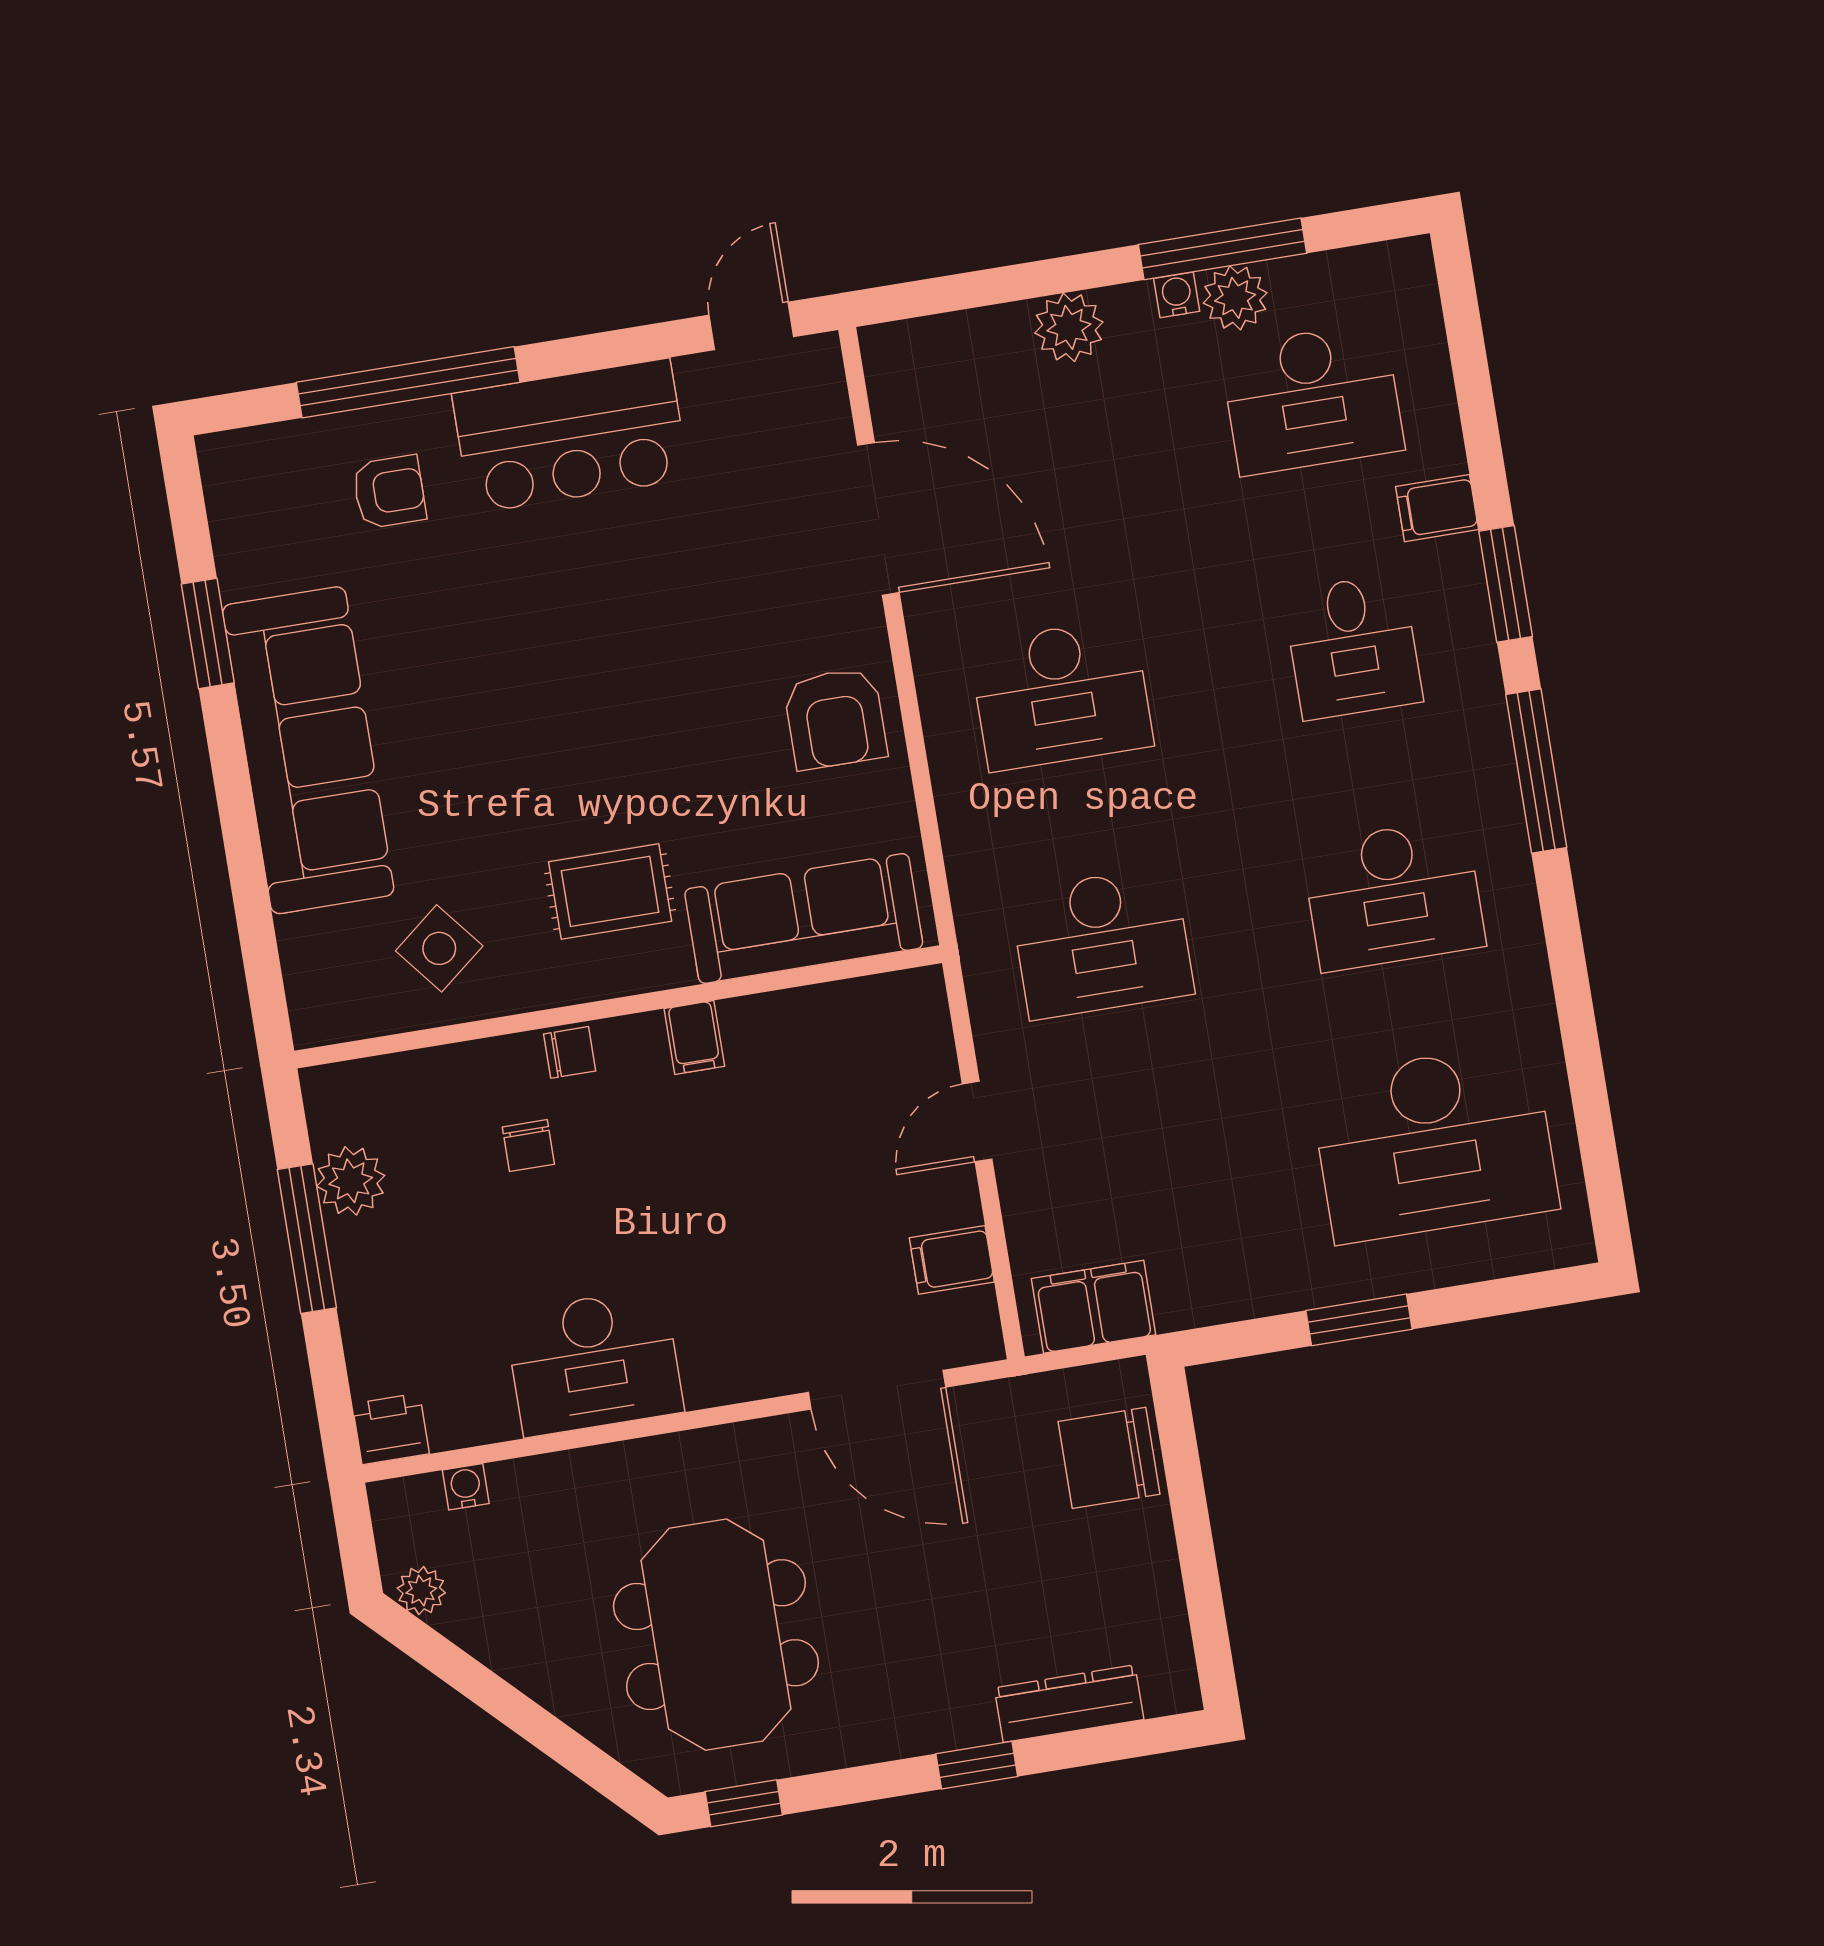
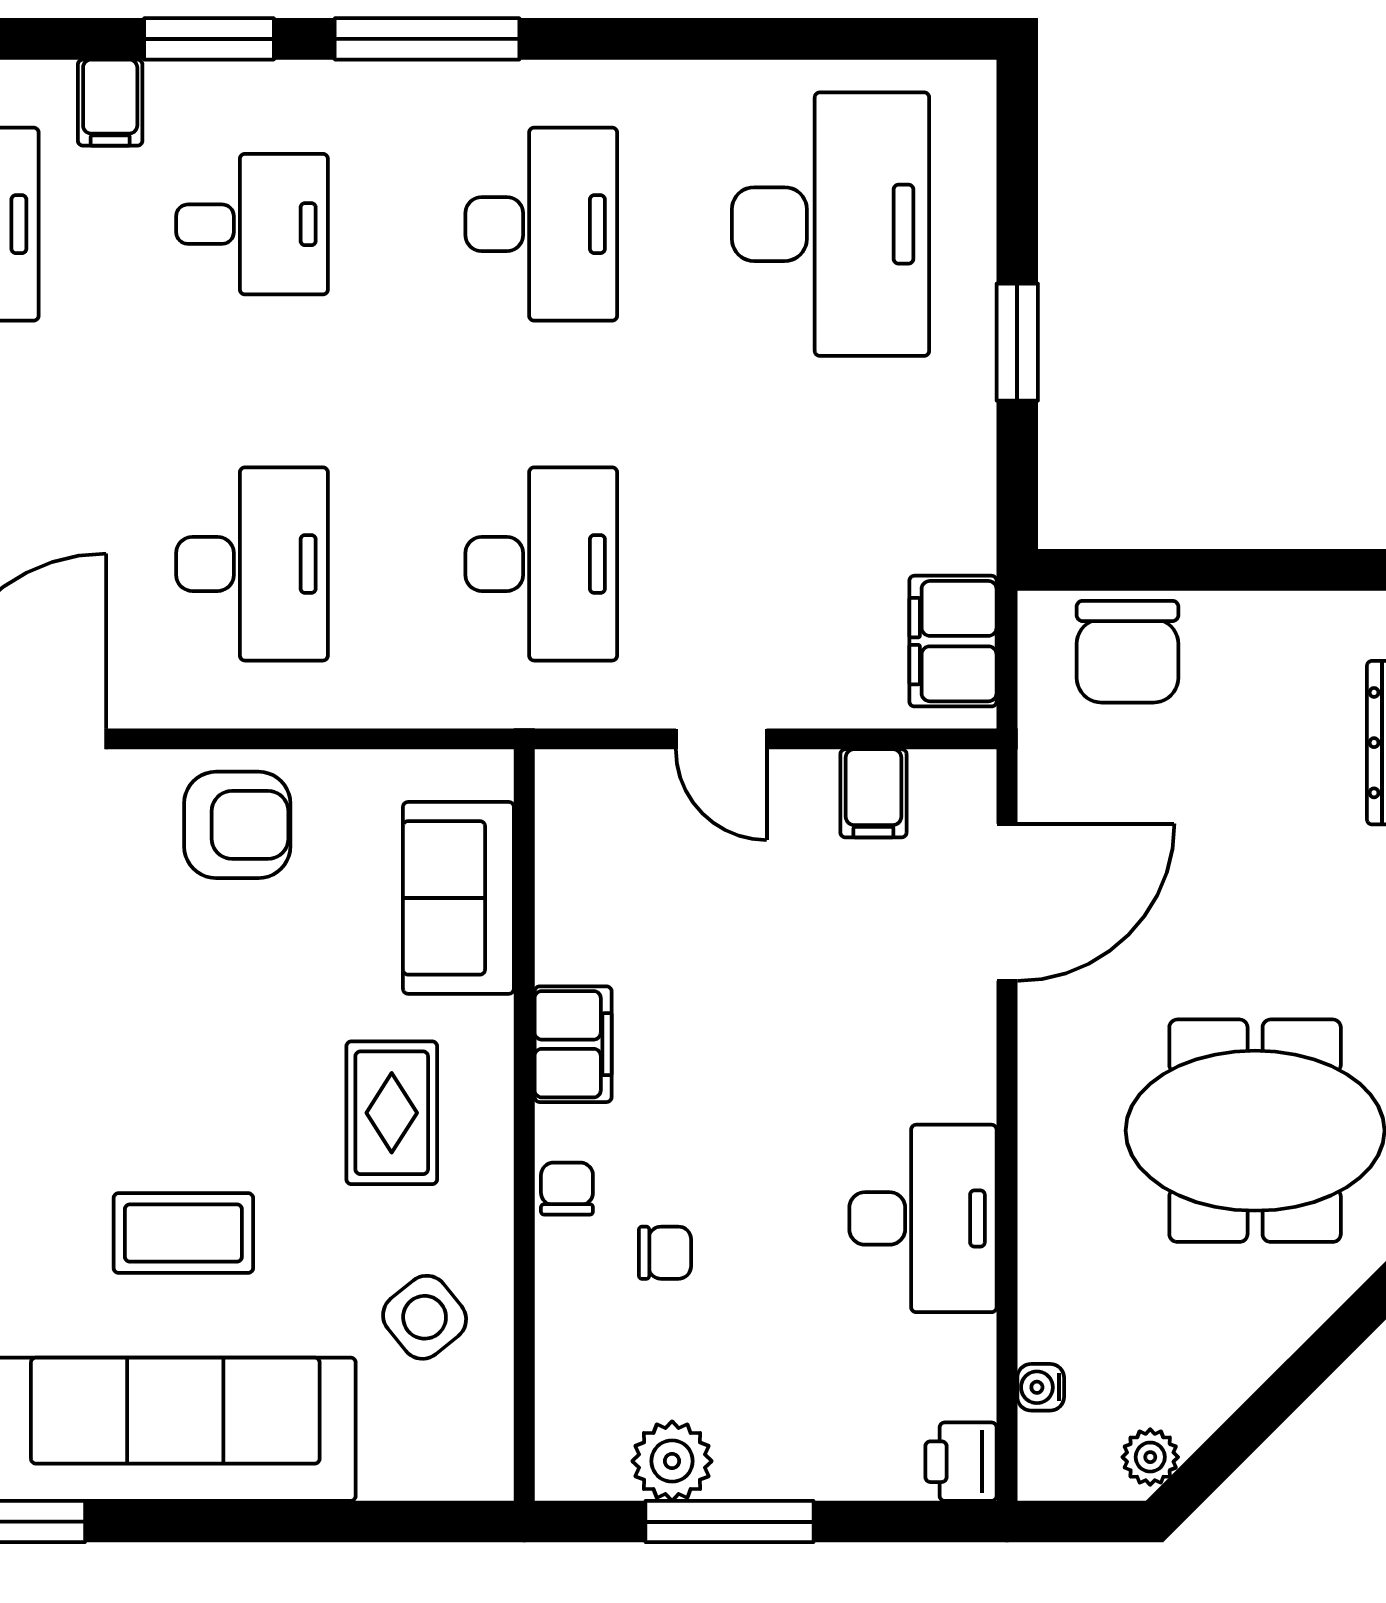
coffee table: (478, 730) -> (183, 1233), added
sofa: (804, 918) -> (458, 898), width x0.73
filing cabinet: (694, 1037) -> (573, 1044), width x2.00

